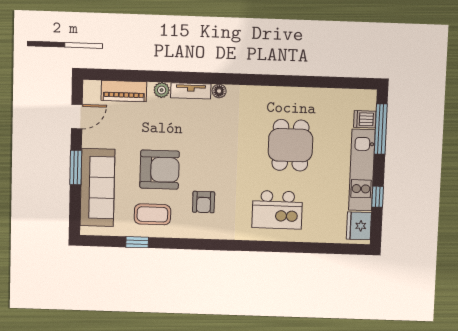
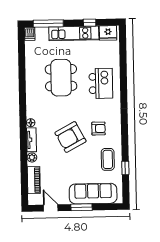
dishwasher: (365, 119) -> (30, 34), moved
dining table: (290, 145) -> (61, 78), width x1.38
armchair: (160, 170) -> (70, 137), moved, turned -118

